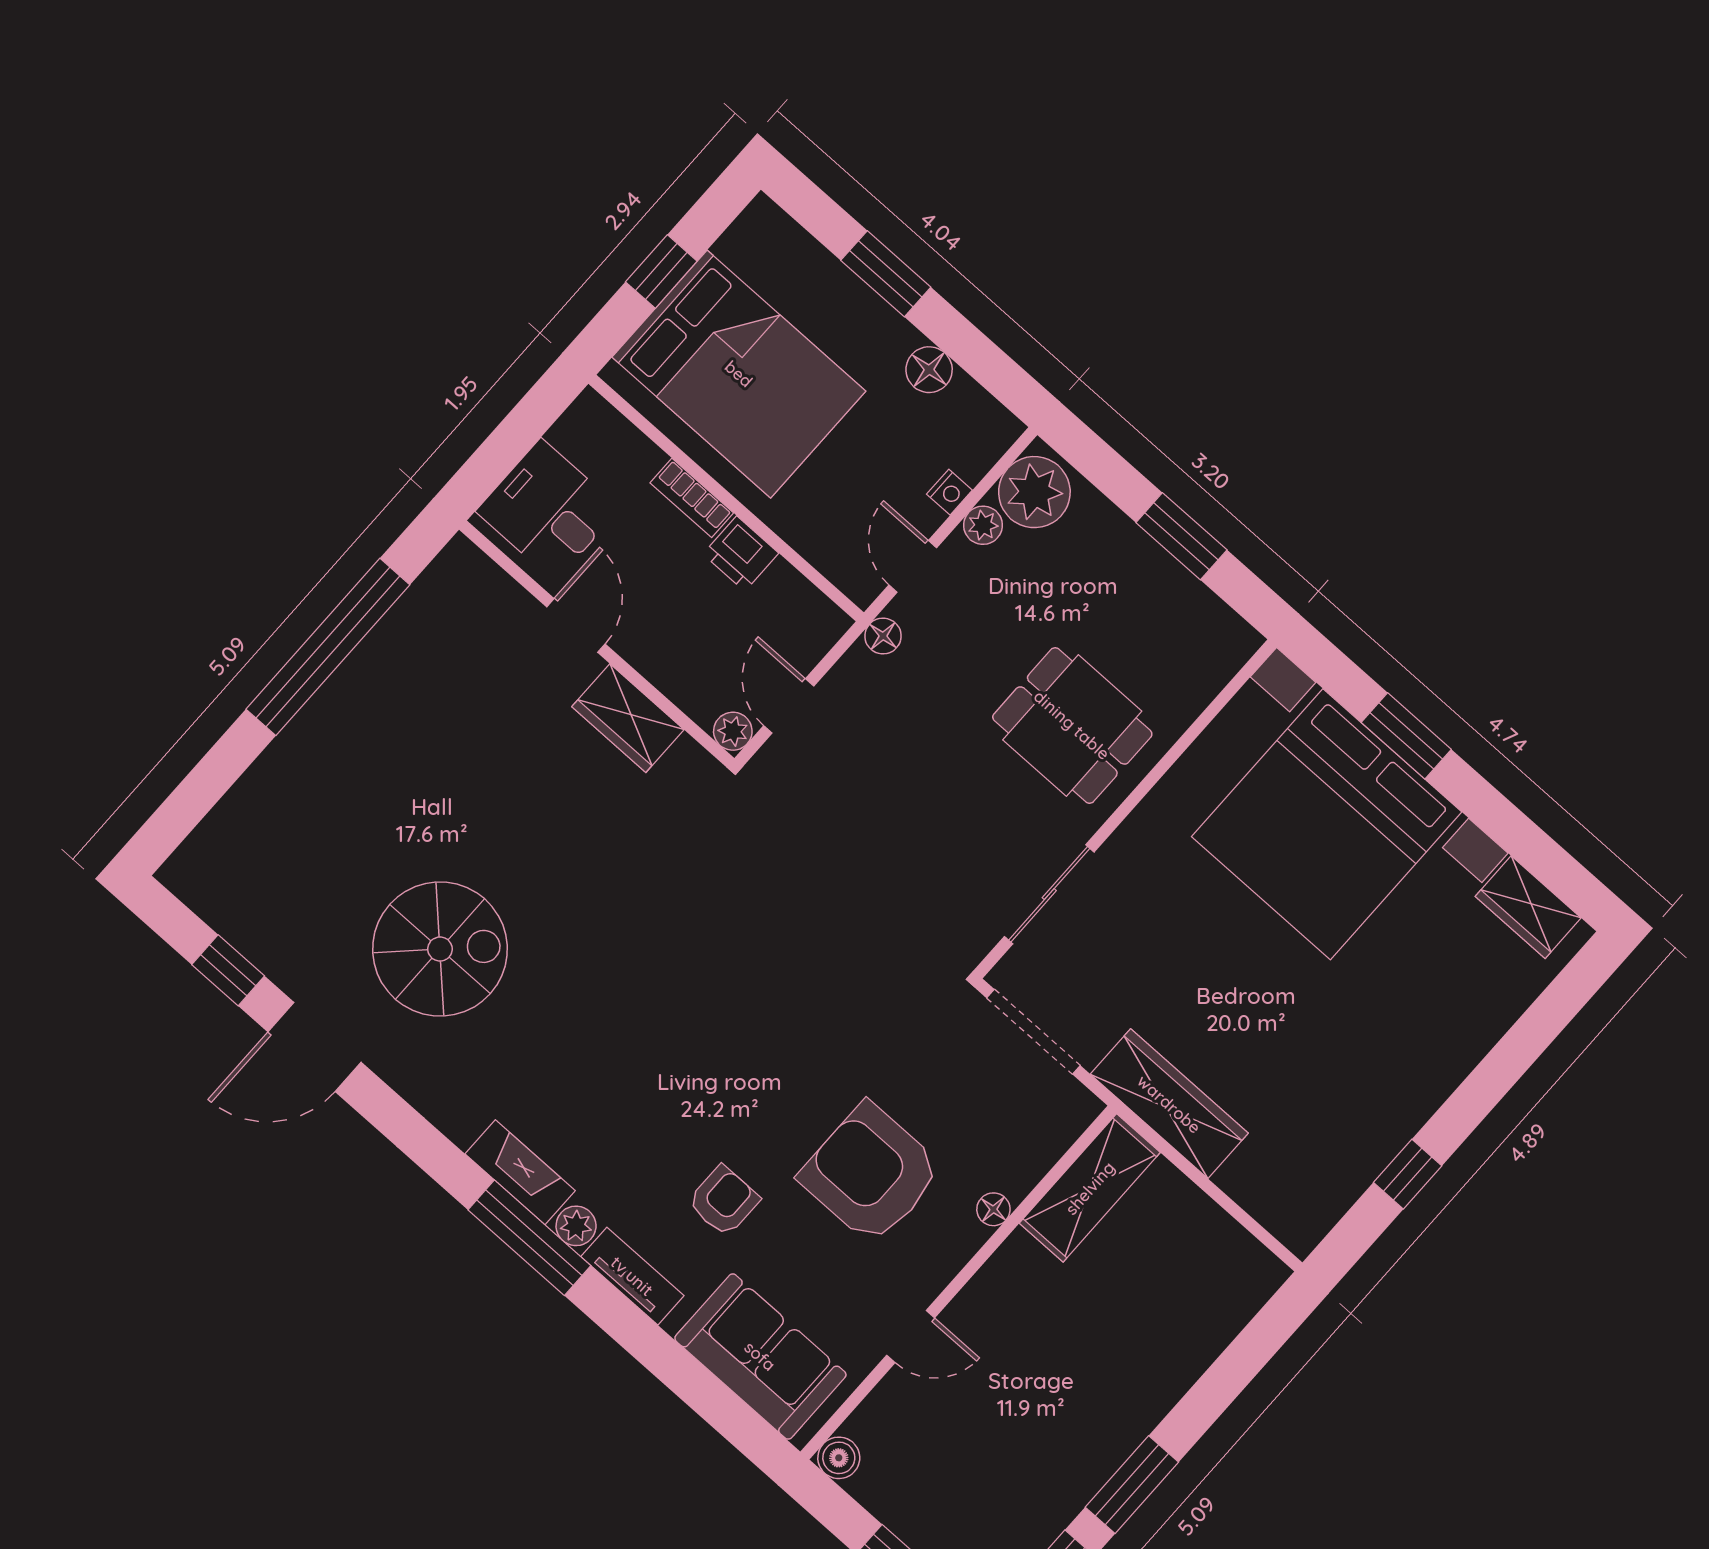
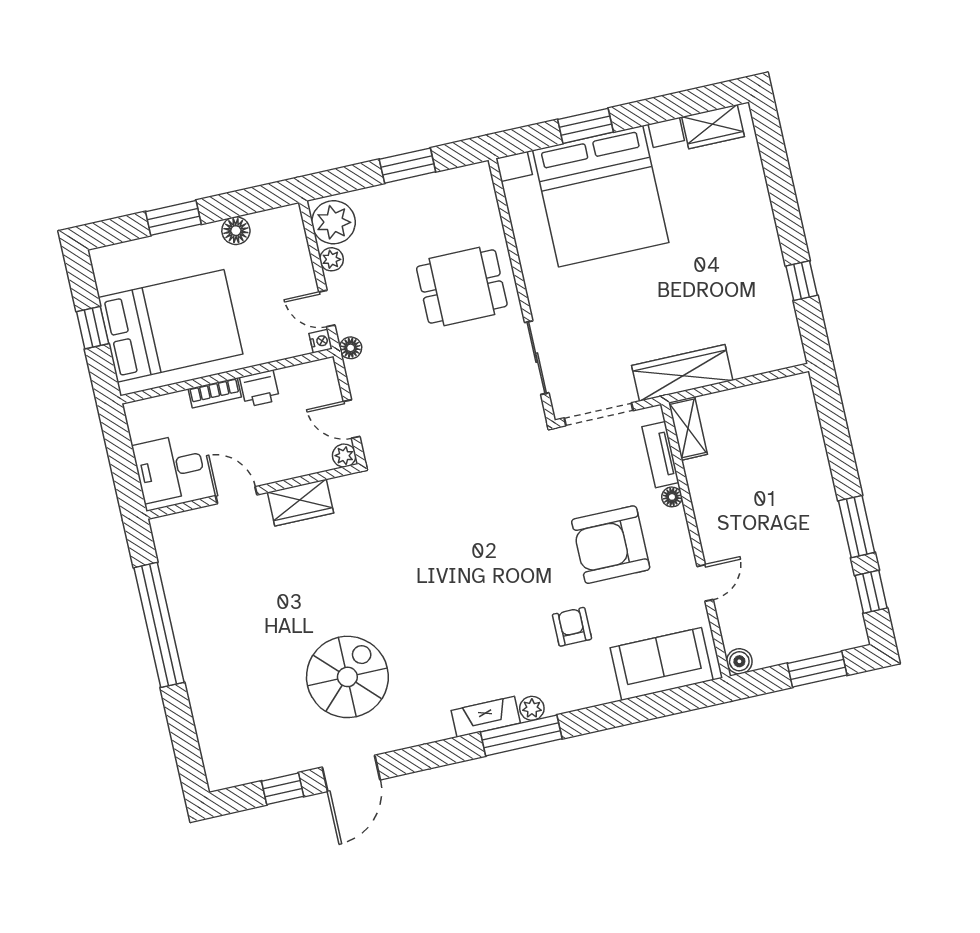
nightstand: (949, 492) -> (321, 341), moved
shelving: (1090, 1188) -> (688, 428), width x0.67, depth x0.75
tv unit: (632, 1276) -> (660, 455), moved, turned -90

